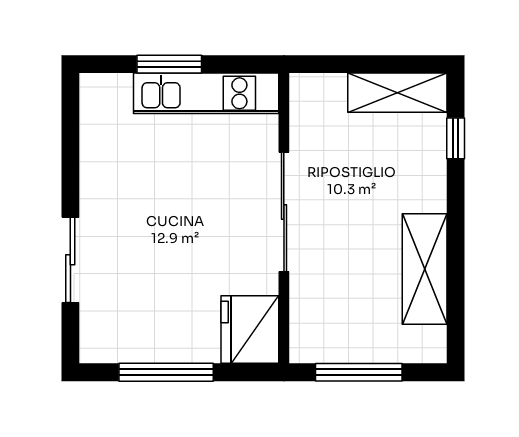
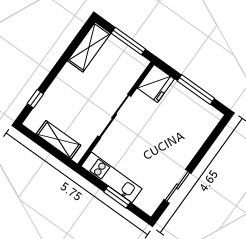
shelving: (397, 93) -> (59, 140), moved
sliding door: (70, 260) -> (177, 186), moved
shelving: (425, 269) -> (89, 47), moved

